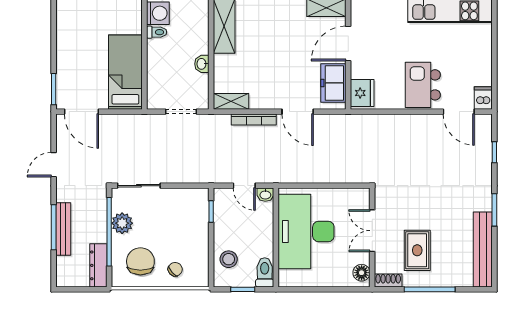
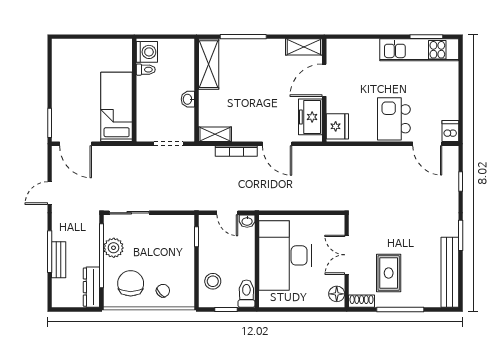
bench: (63, 229) -> (59, 260), width x0.73

